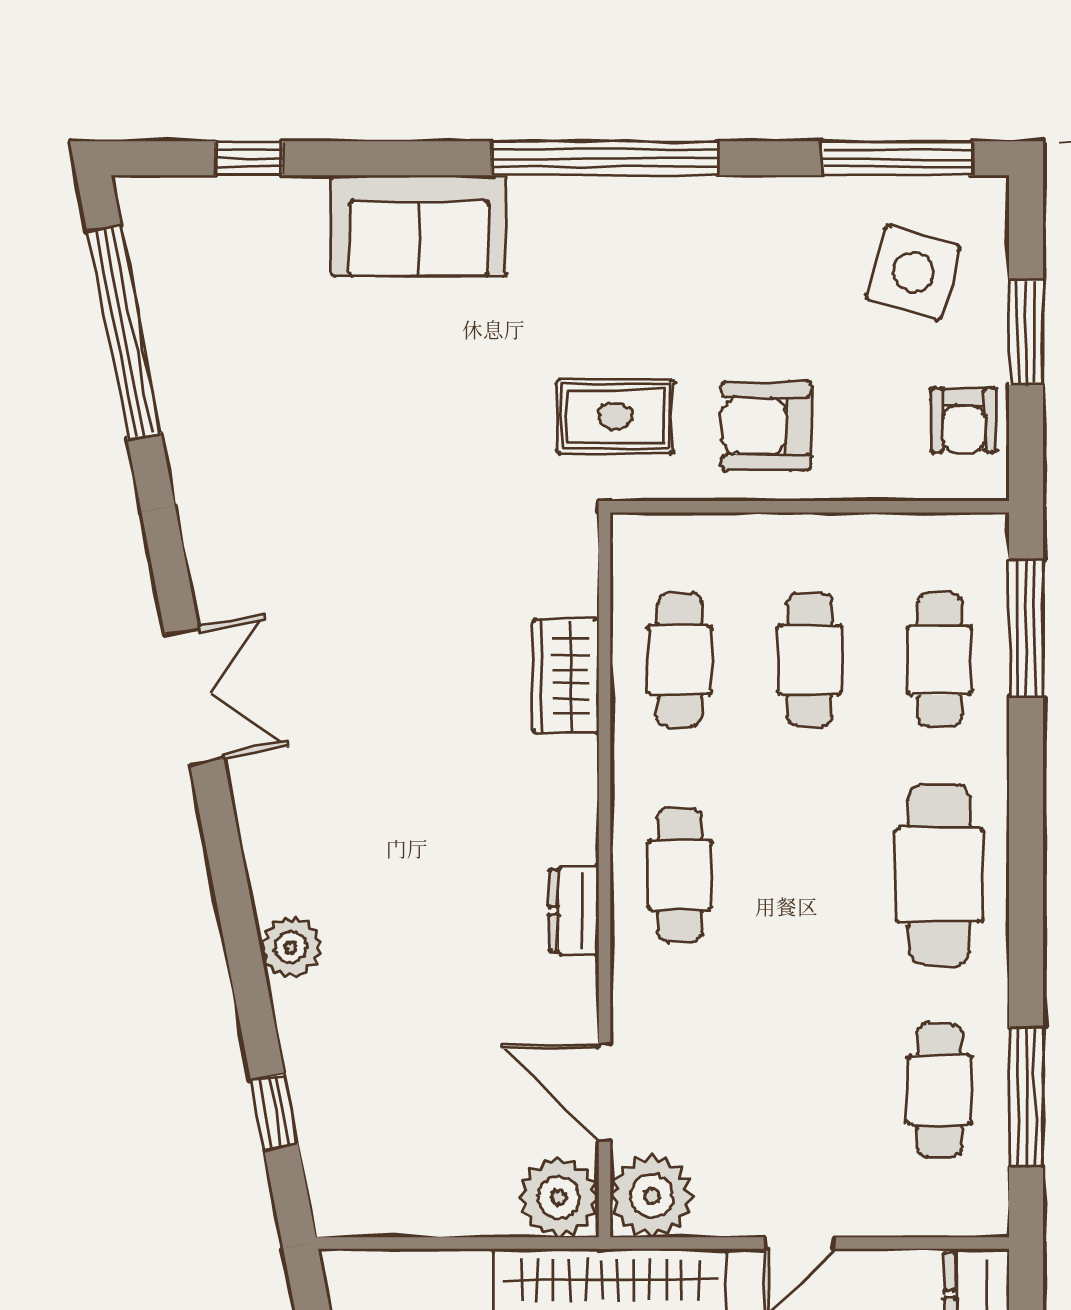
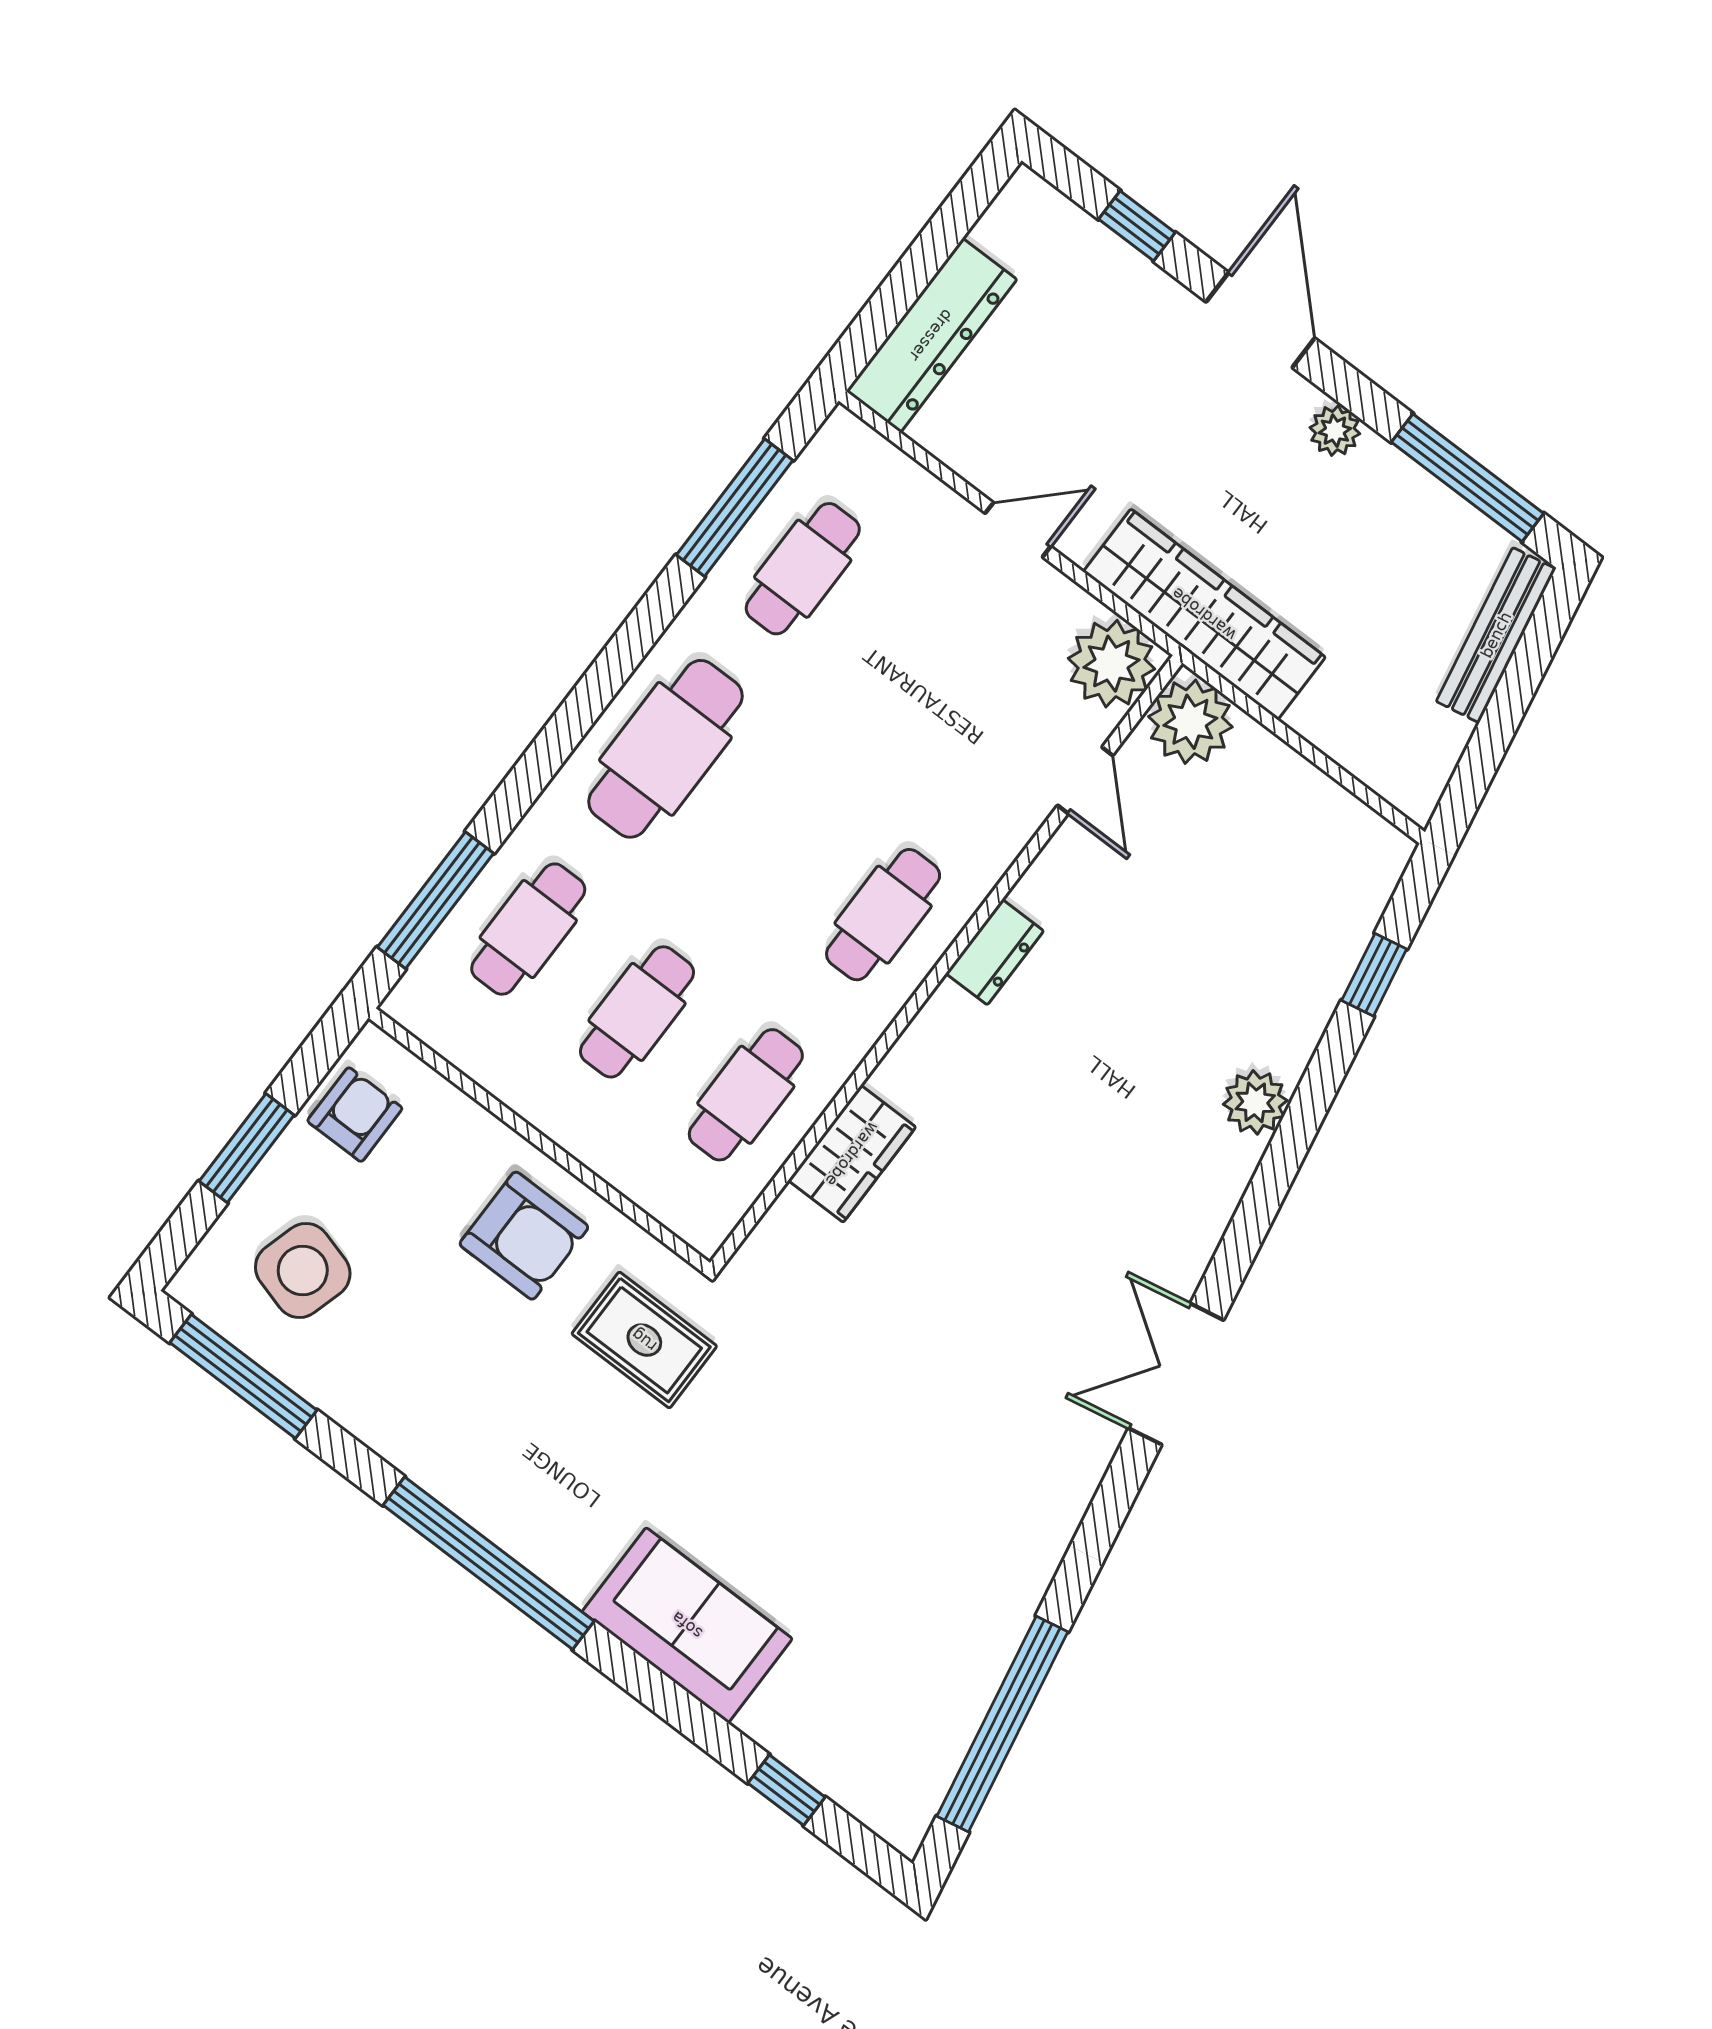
door: (604, 1092) -> (1085, 780), width x0.73

